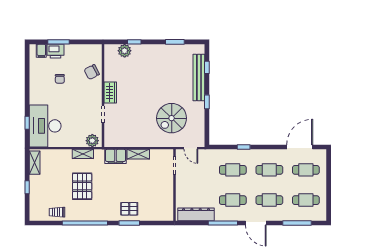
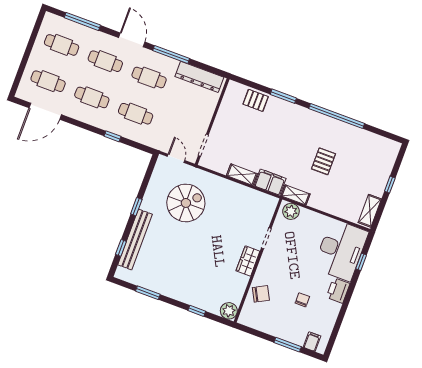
printer: (56, 51) -> (338, 290), moved, turned -90
plant: (125, 51) -> (229, 311), moved
shelving: (83, 154) -> (296, 195), moved
pallet: (82, 186) -> (323, 161), width x0.67, depth x0.71
pallet: (129, 209) -> (256, 100), moved
trolley: (57, 212) -> (365, 141), removed

